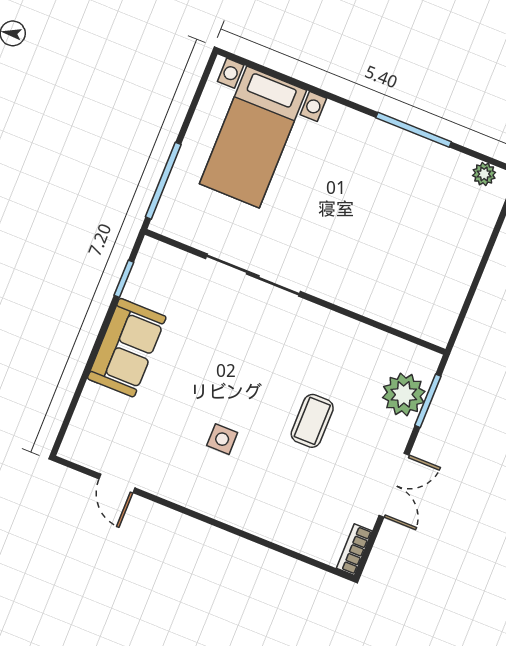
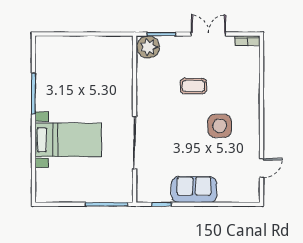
bed with nightstands: (253, 137) -> (68, 140), moved
plant: (484, 174) -> (41, 51), removed
plant: (404, 394) -> (148, 47), moved
side table: (222, 439) -> (220, 126), width x1.87, depth x1.87

